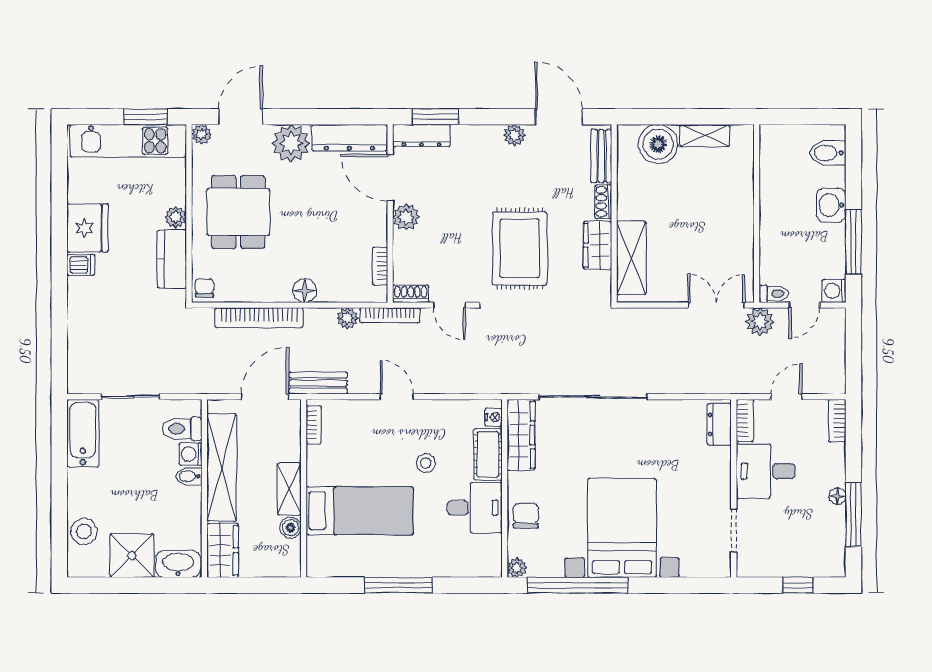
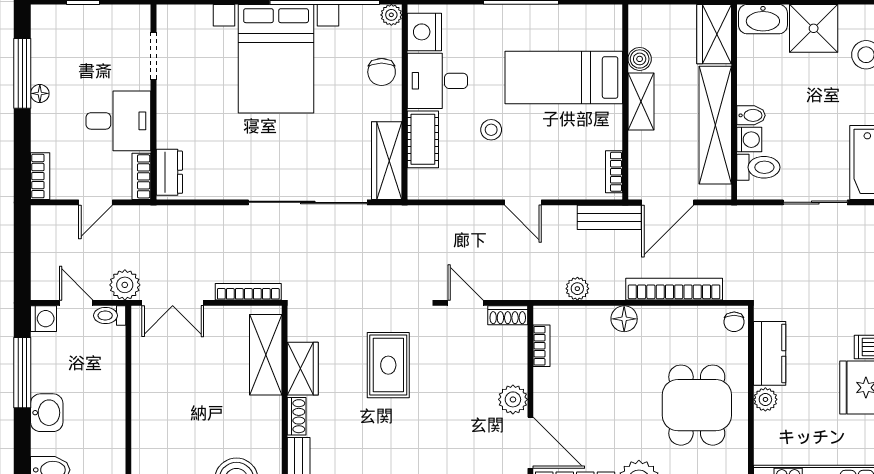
rug: (520, 248) -> (388, 365), width x0.73, depth x0.70
door: (804, 305) -> (76, 303), hinge flipped
bookcase: (390, 315) -> (248, 292), moved
nightstand: (494, 417) -> (424, 32), moved, width x1.89, depth x1.79

